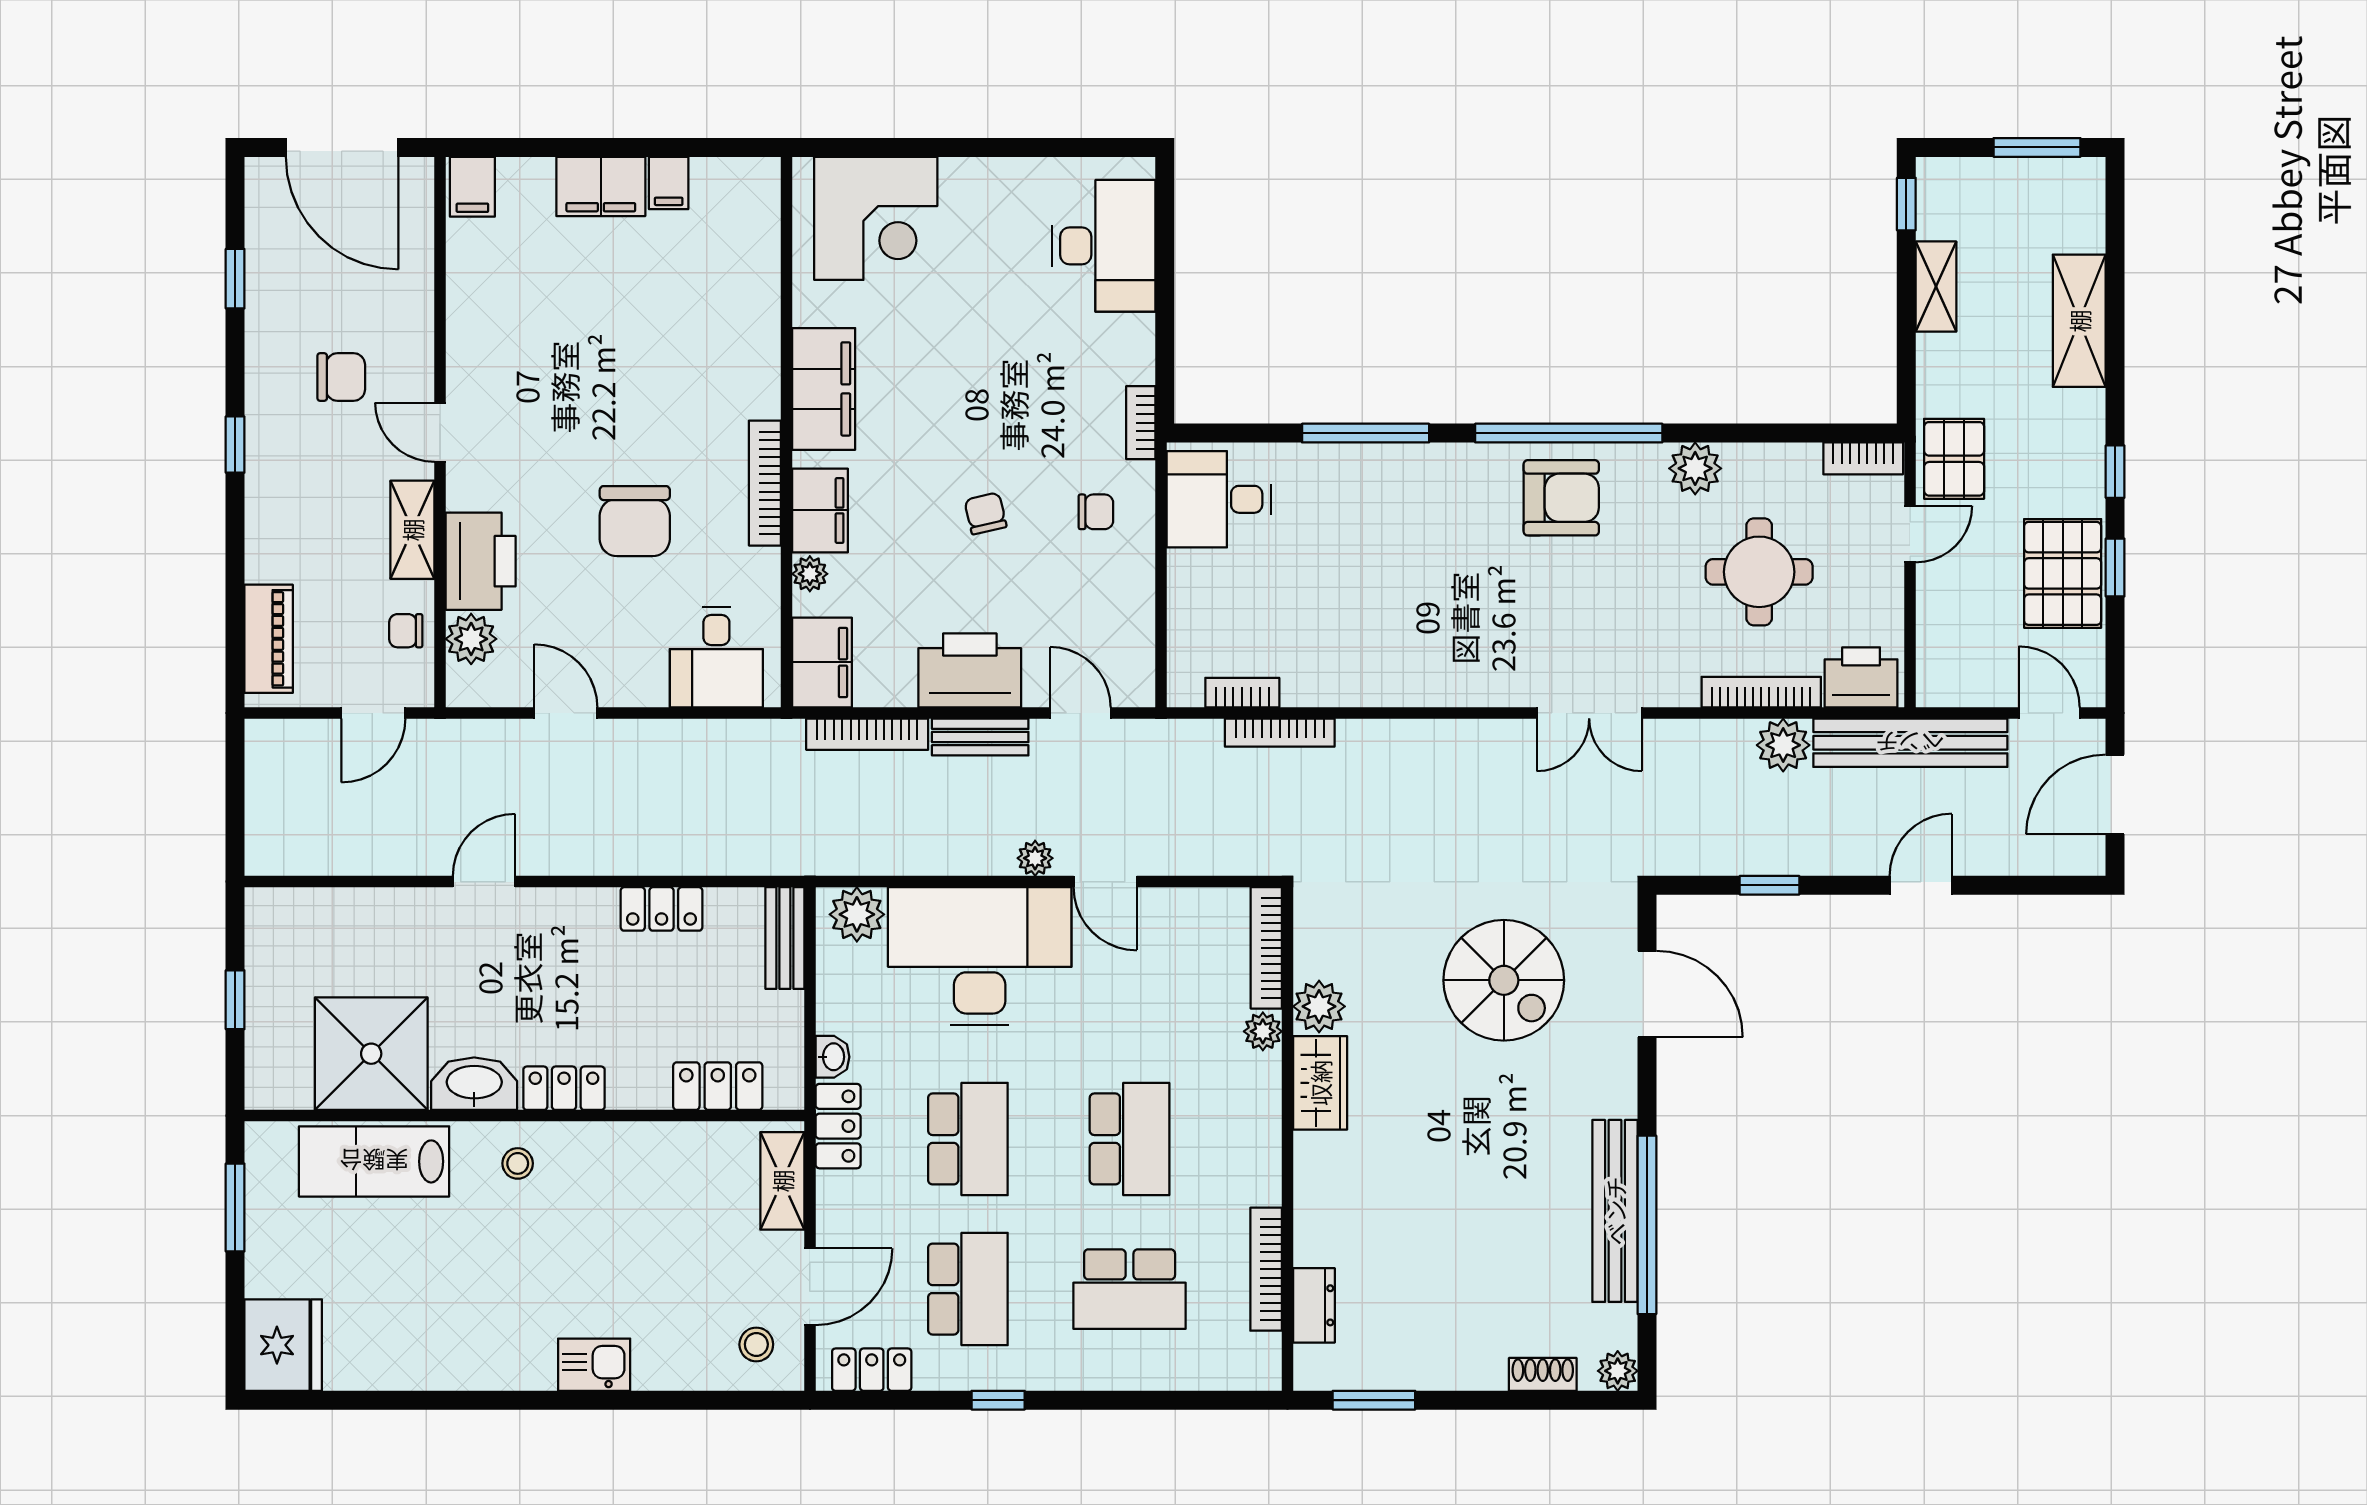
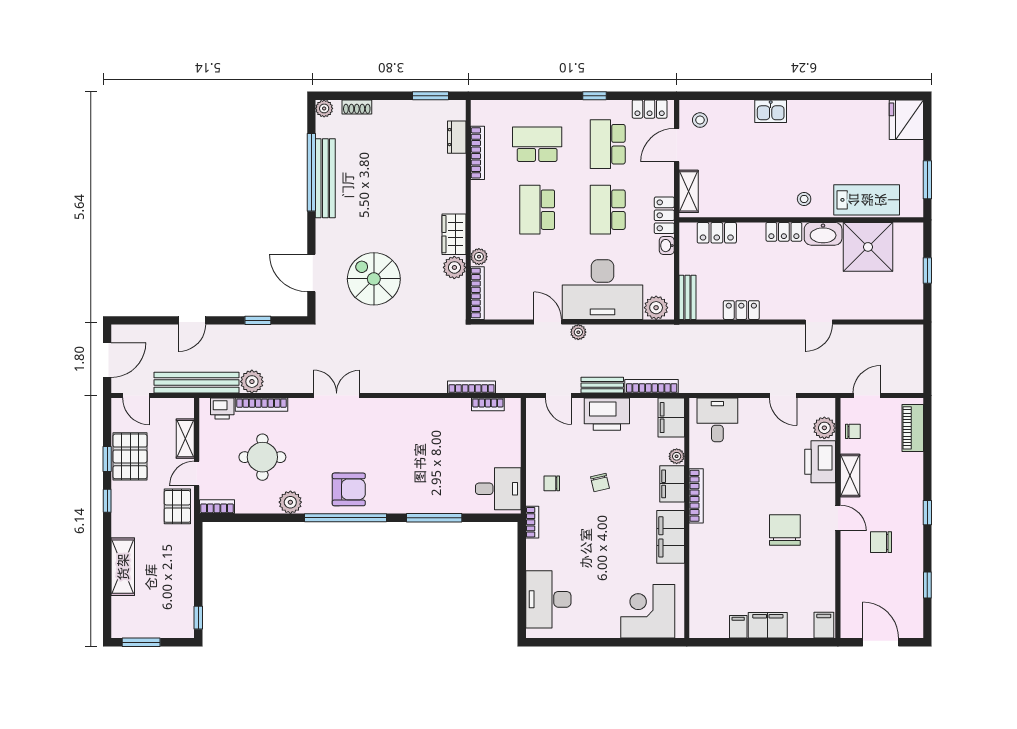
door: (342, 147) -> (881, 642), width x0.73
shelving: (1936, 287) -> (185, 439), moved
armchair: (1561, 498) -> (349, 489), turned 180
chair: (635, 521) -> (785, 530), moved
printer: (1861, 677) -> (222, 409), width x0.73, depth x0.81

